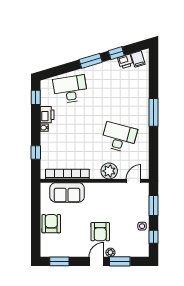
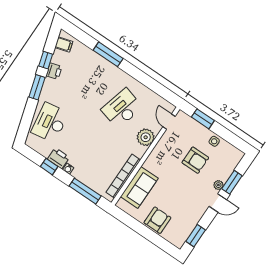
printer: (125, 61) -> (54, 71), moved
window: (36, 97) -> (49, 167), moved
window: (154, 112) -> (108, 54), moved
window: (36, 152) -> (85, 191), width x2.17
armchair: (51, 224) -> (157, 220), turned 90
armchair: (100, 232) -> (195, 160), moved
window: (154, 237) -> (230, 137), removed
door: (96, 261) -> (218, 203), swing flipped

